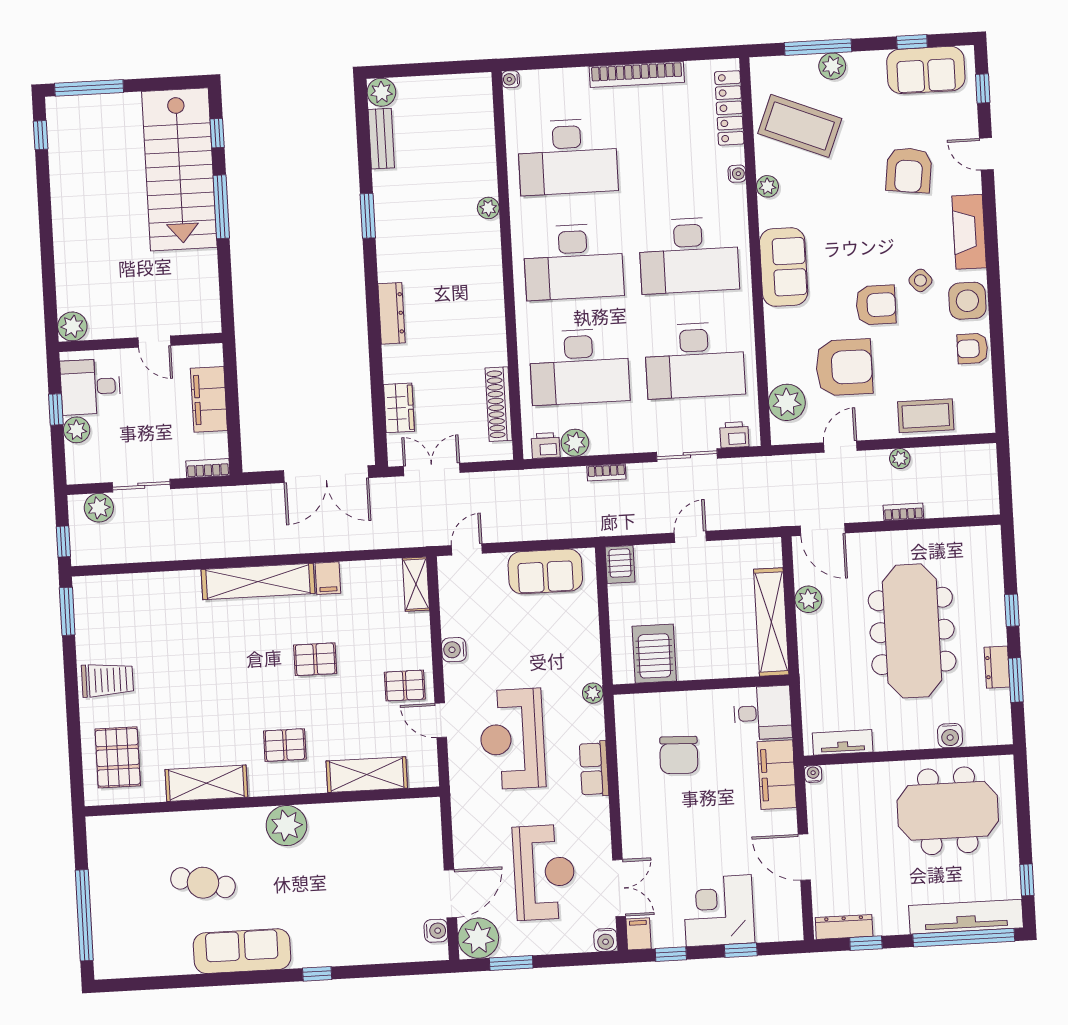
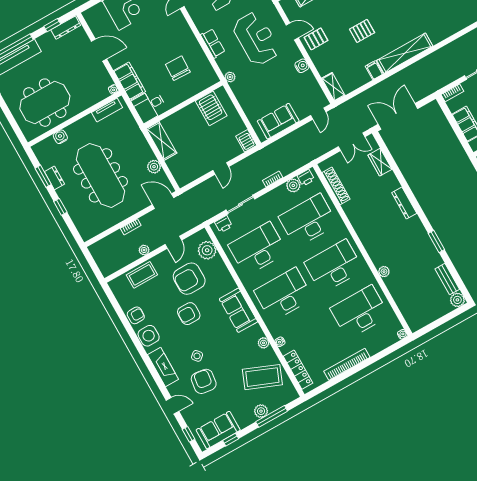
side table: (920, 280) -> (197, 356), moved
shelving: (771, 622) -> (161, 141), width x0.68

